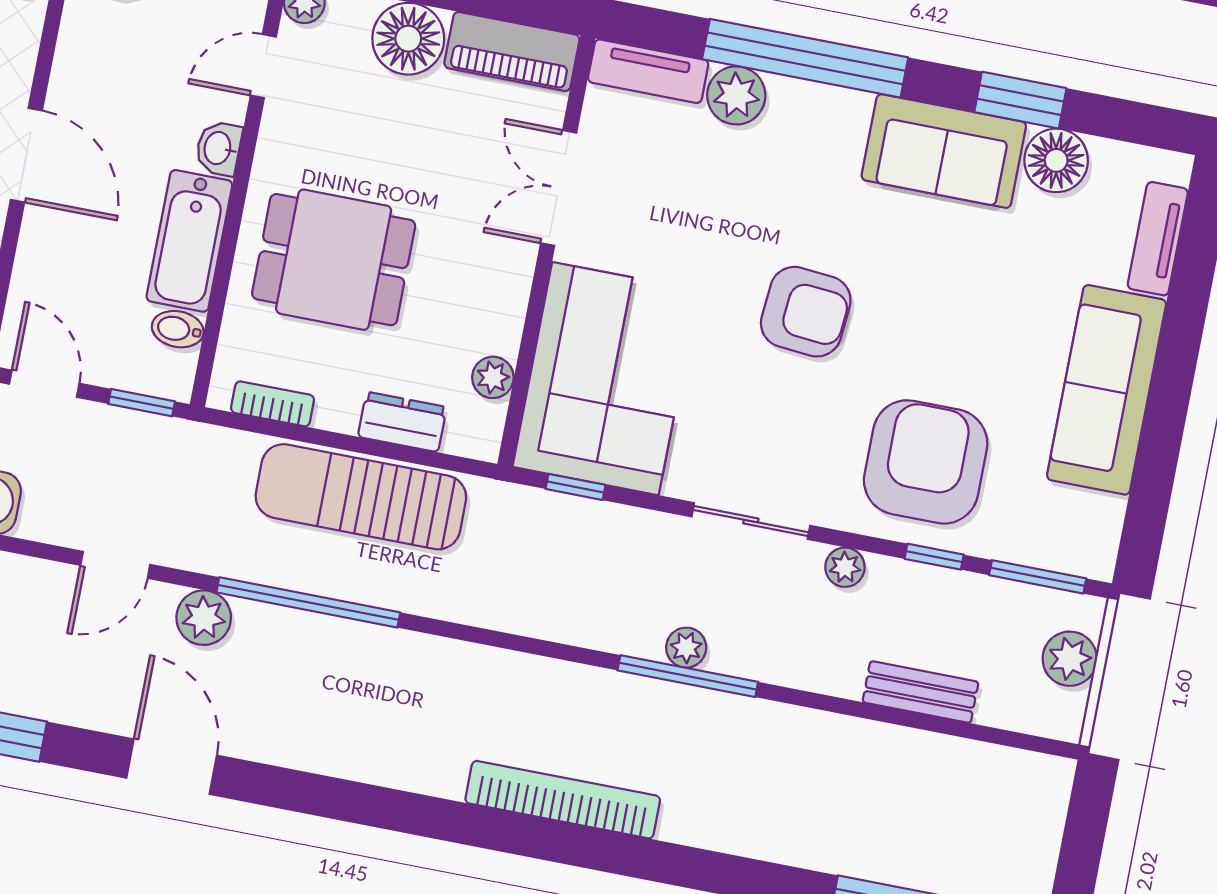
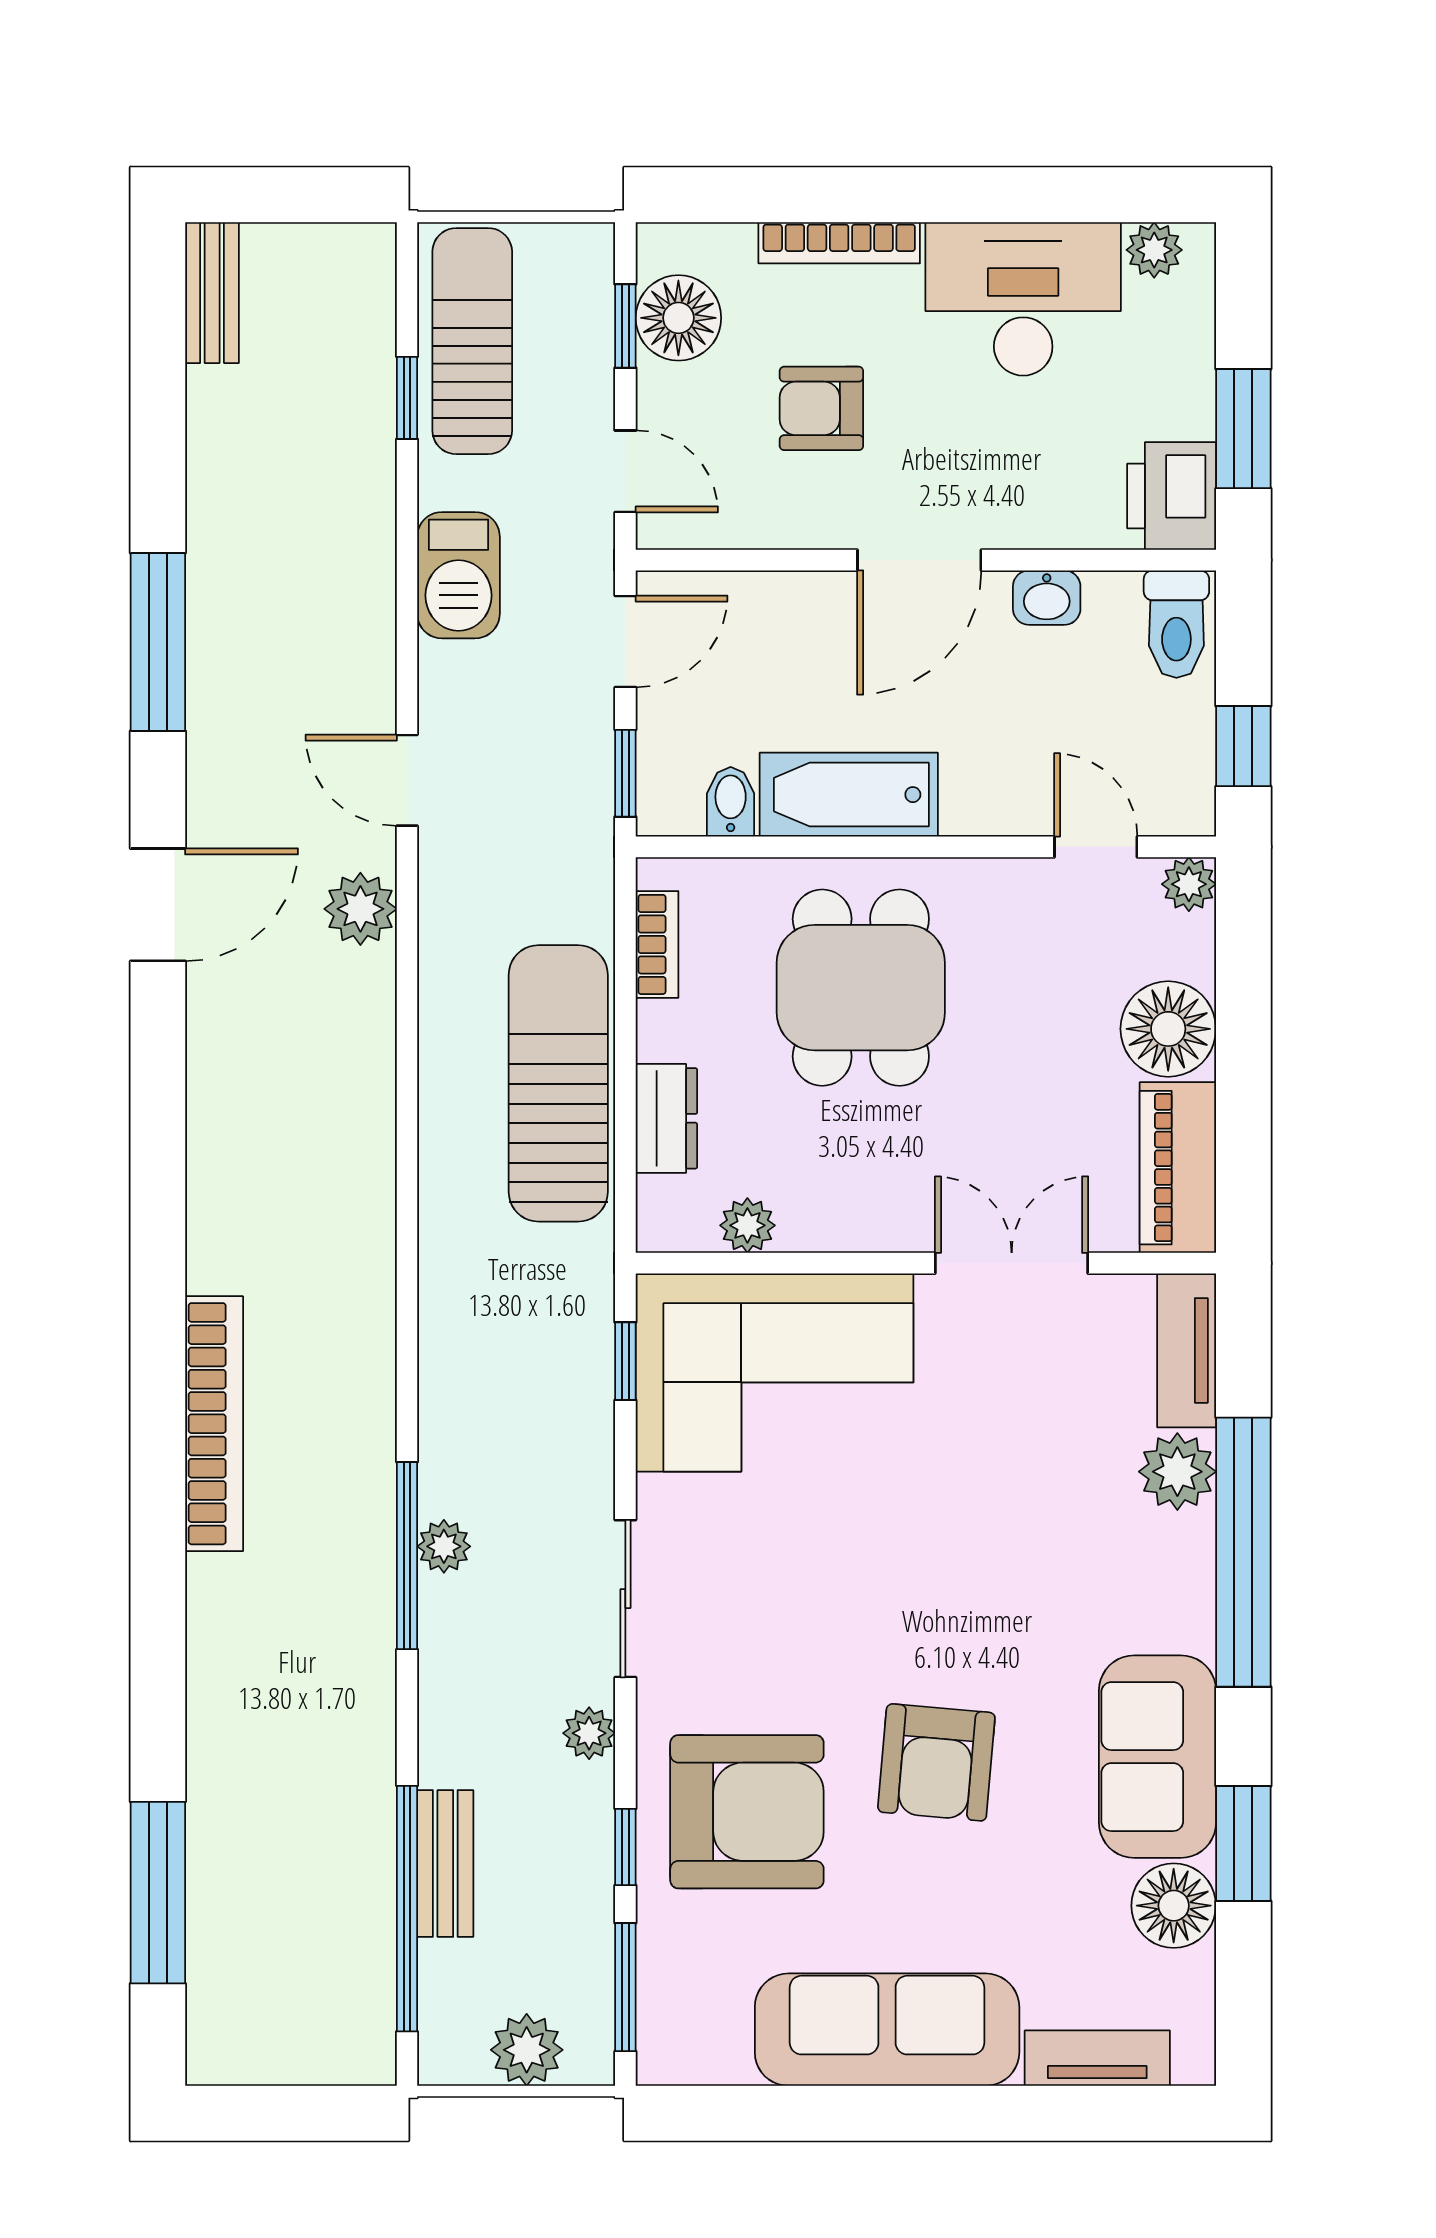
washbasin: (219, 148) -> (1047, 598), moved, turned 180
armchair: (806, 312) -> (936, 1762), moved
window: (308, 602) -> (407, 1909), moved

